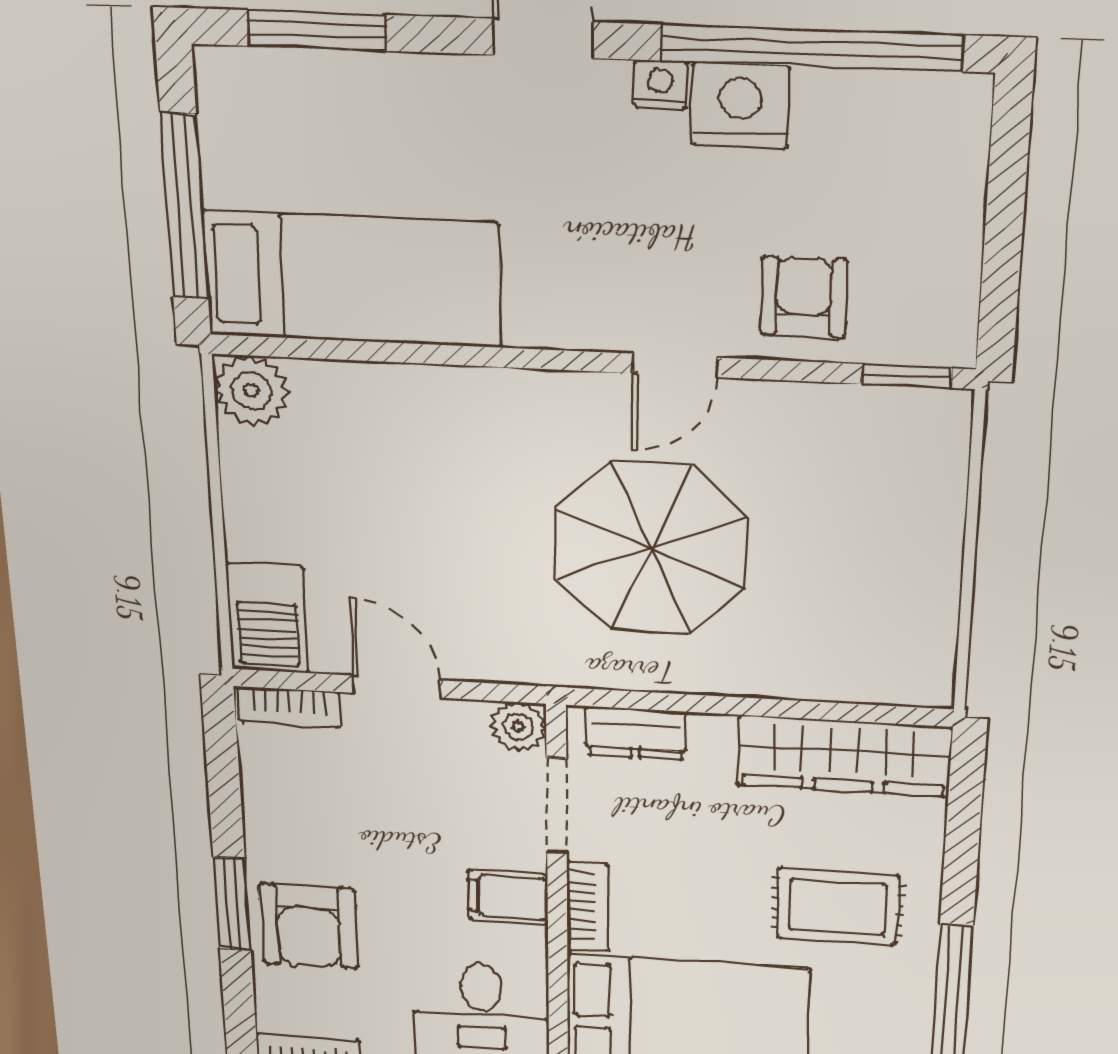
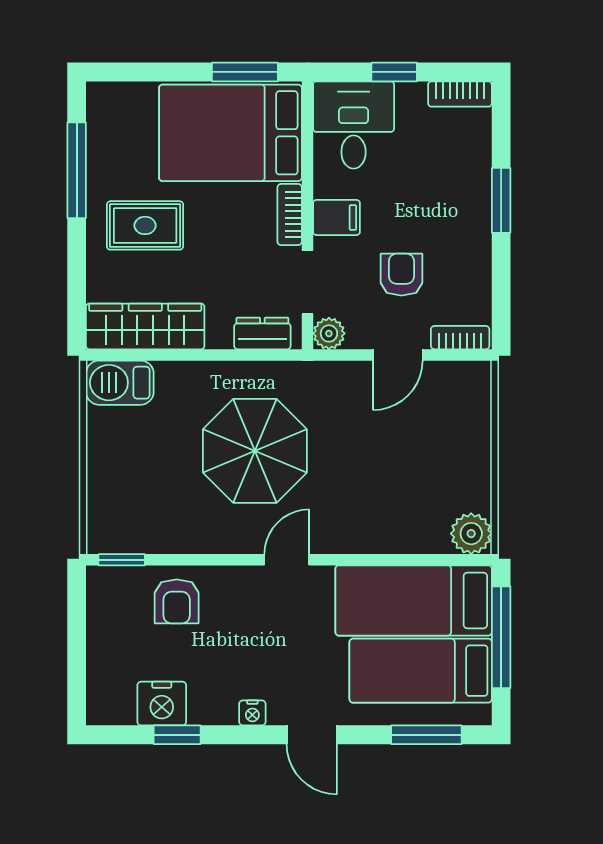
window: (812, 48) -> (177, 735), width x0.32
nightstand: (740, 105) -> (162, 704), moved
bed: (334, 152) -> (421, 671), added
door: (675, 365) -> (287, 560), moved
barbecue: (268, 618) -> (120, 383), moved, turned -90
door: (397, 687) -> (398, 355), hinge flipped
armchair: (309, 926) -> (401, 275), moved, width x0.72, depth x0.72

